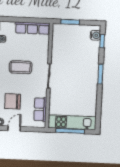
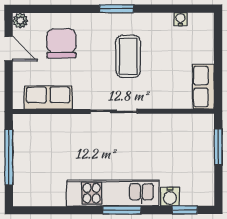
row of seats: (32, 28) -> (203, 87), width x0.68
water cooler: (95, 35) -> (170, 197), moved
kitchen unit: (72, 122) -> (113, 193), moved, turned -90

